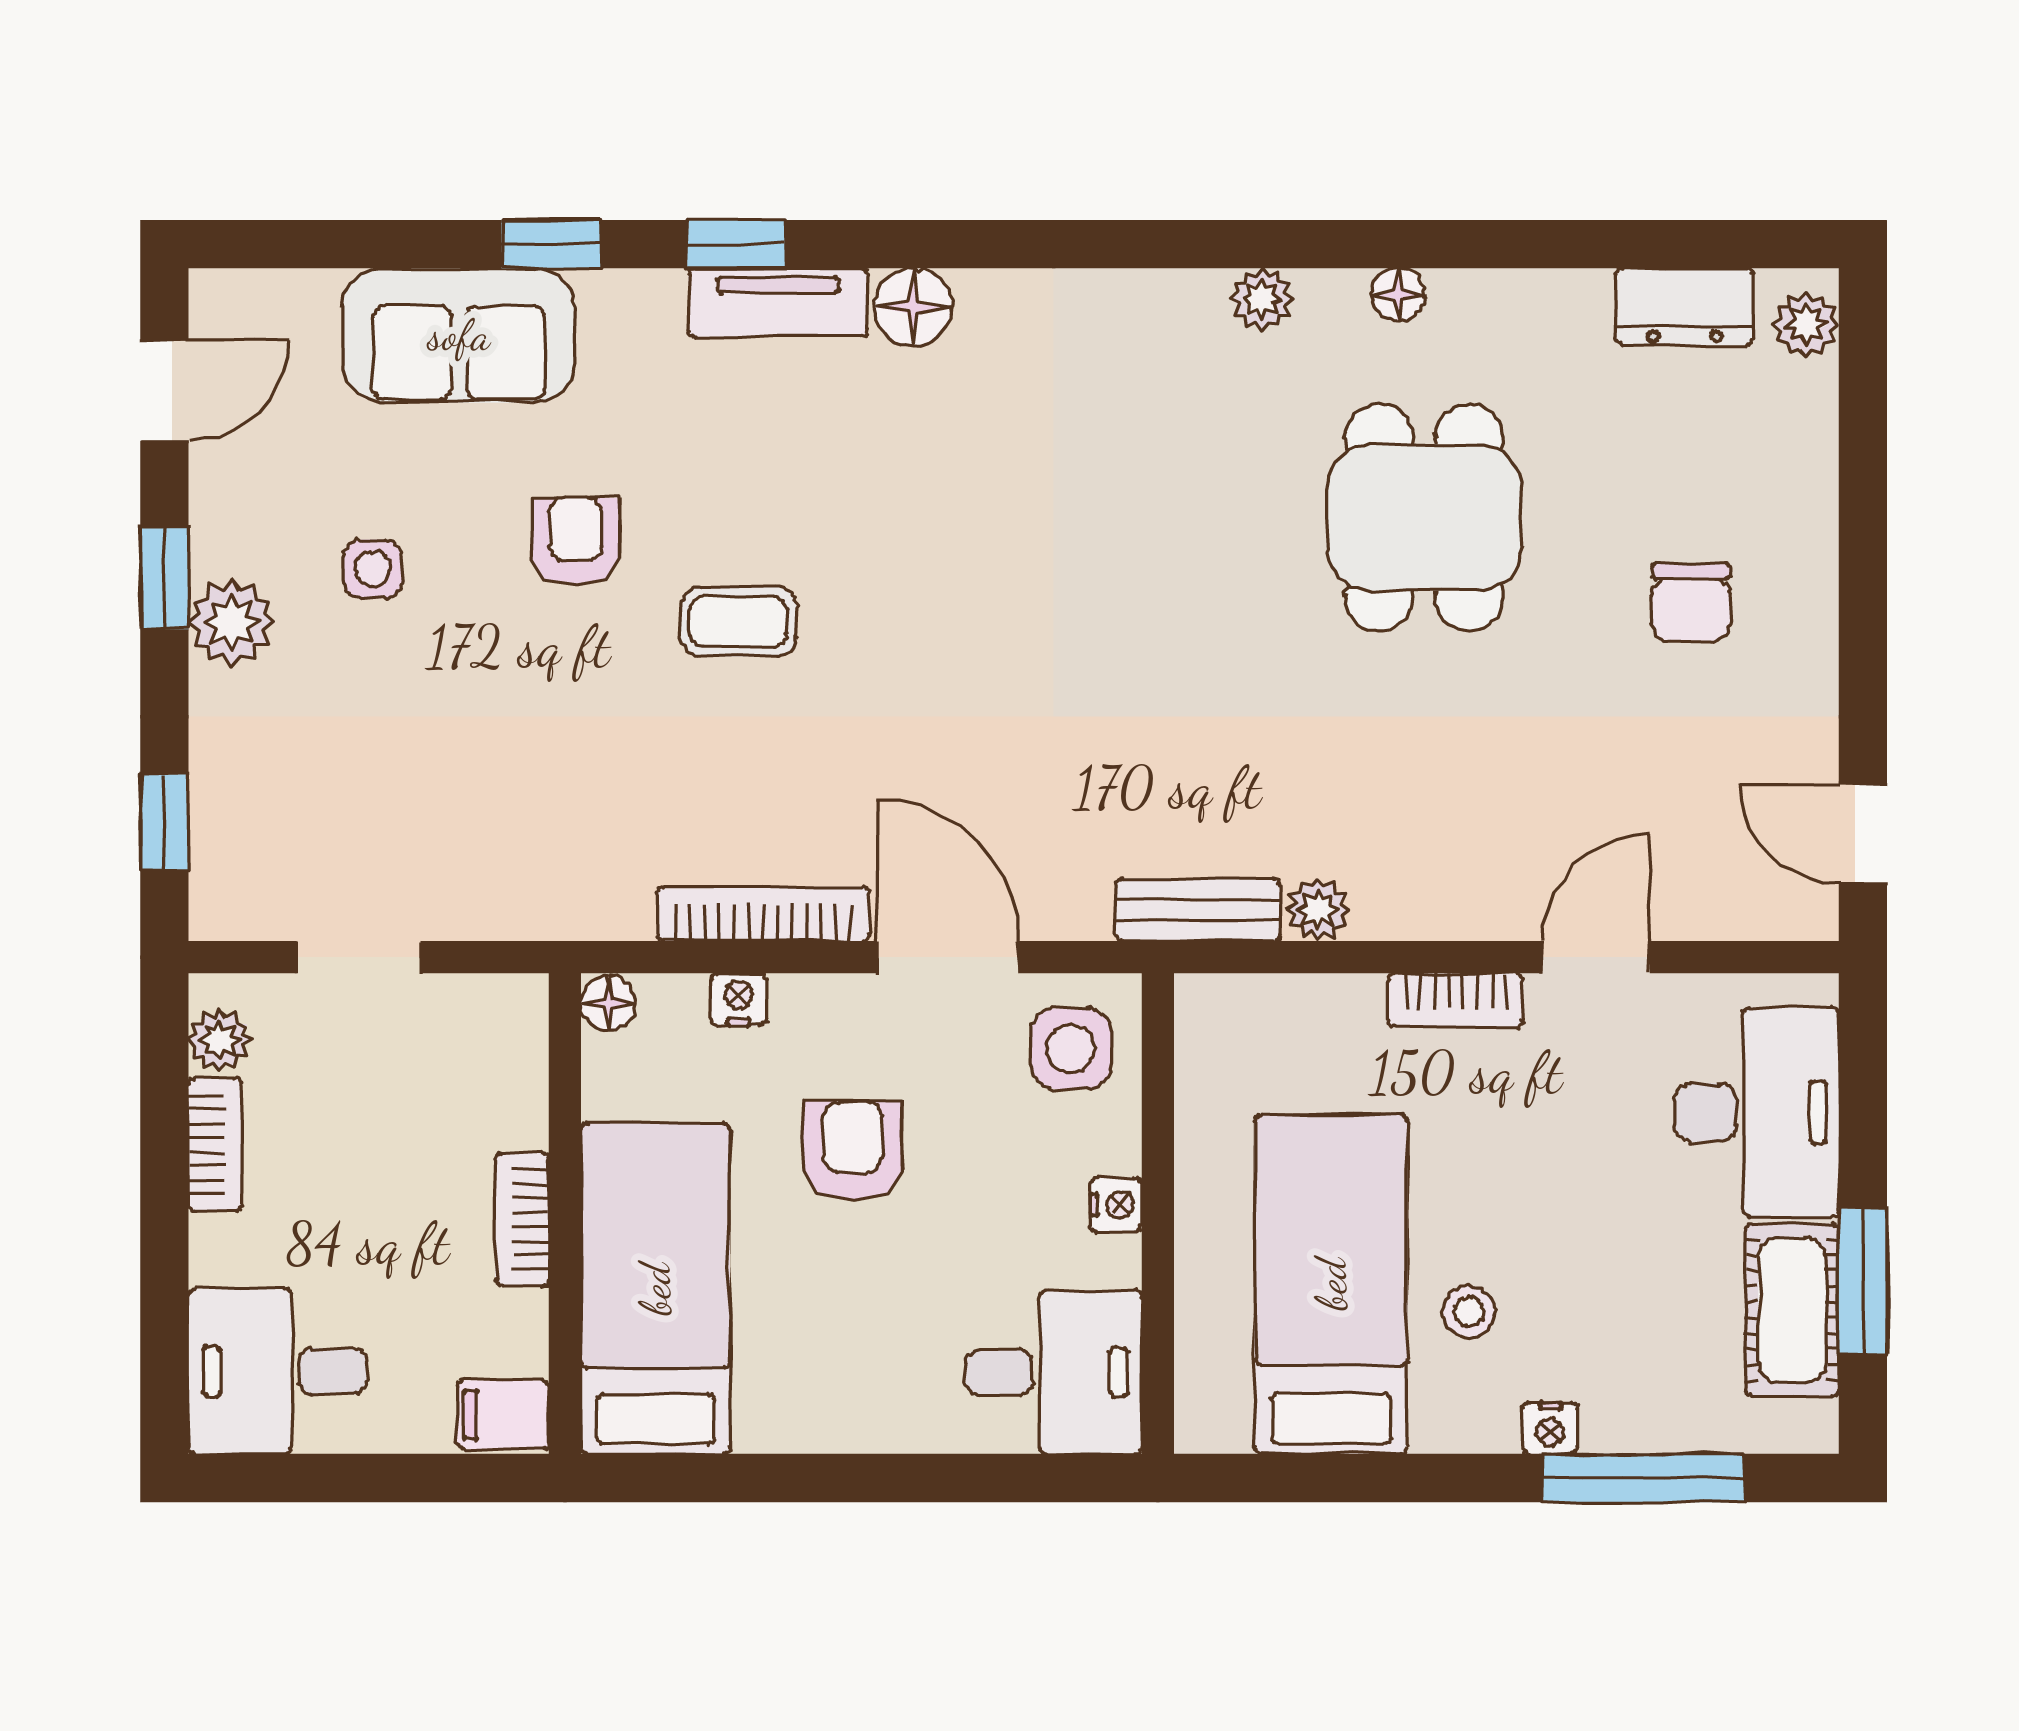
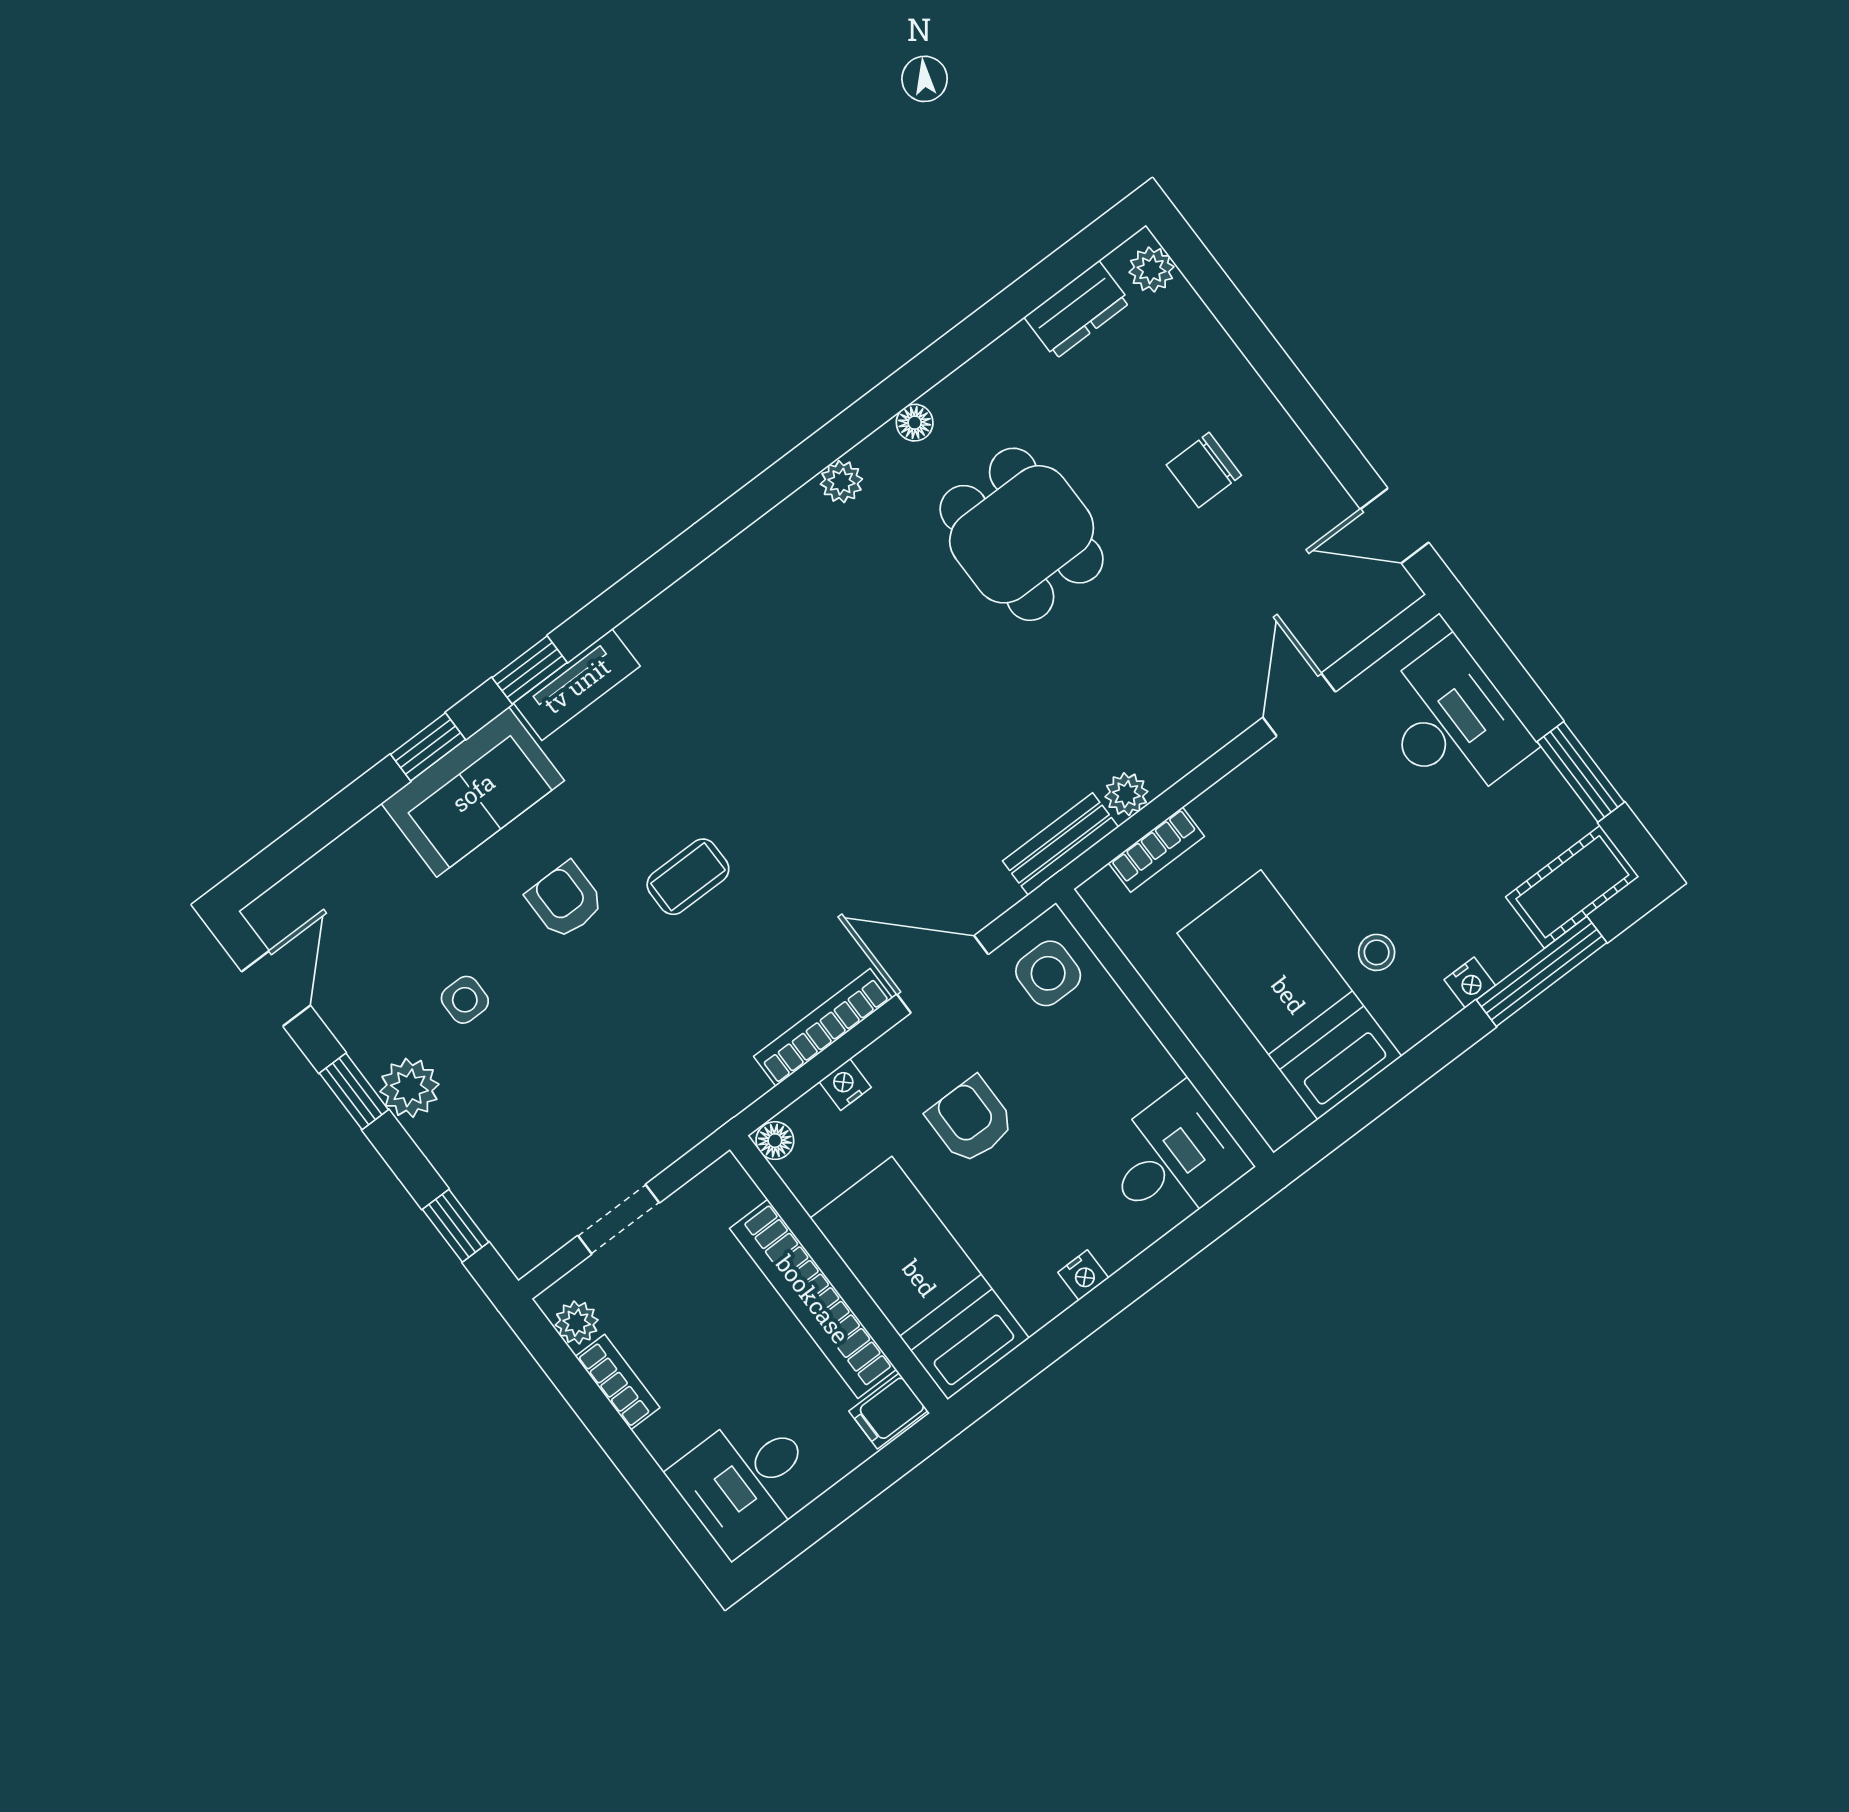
floor lamp: (913, 307) -> (653, 631), removed
sofa: (459, 335) -> (473, 792), moved
chair: (1691, 603) -> (1204, 470), turned 90
bookcase: (1456, 1000) -> (1156, 850), moved
nightstand: (1116, 1205) -> (1083, 1275), moved, turned 90
bookcase: (522, 1219) -> (813, 1299), width x2.31, depth x1.31
cot: (1792, 1310) -> (1572, 887), moved, turned 90

